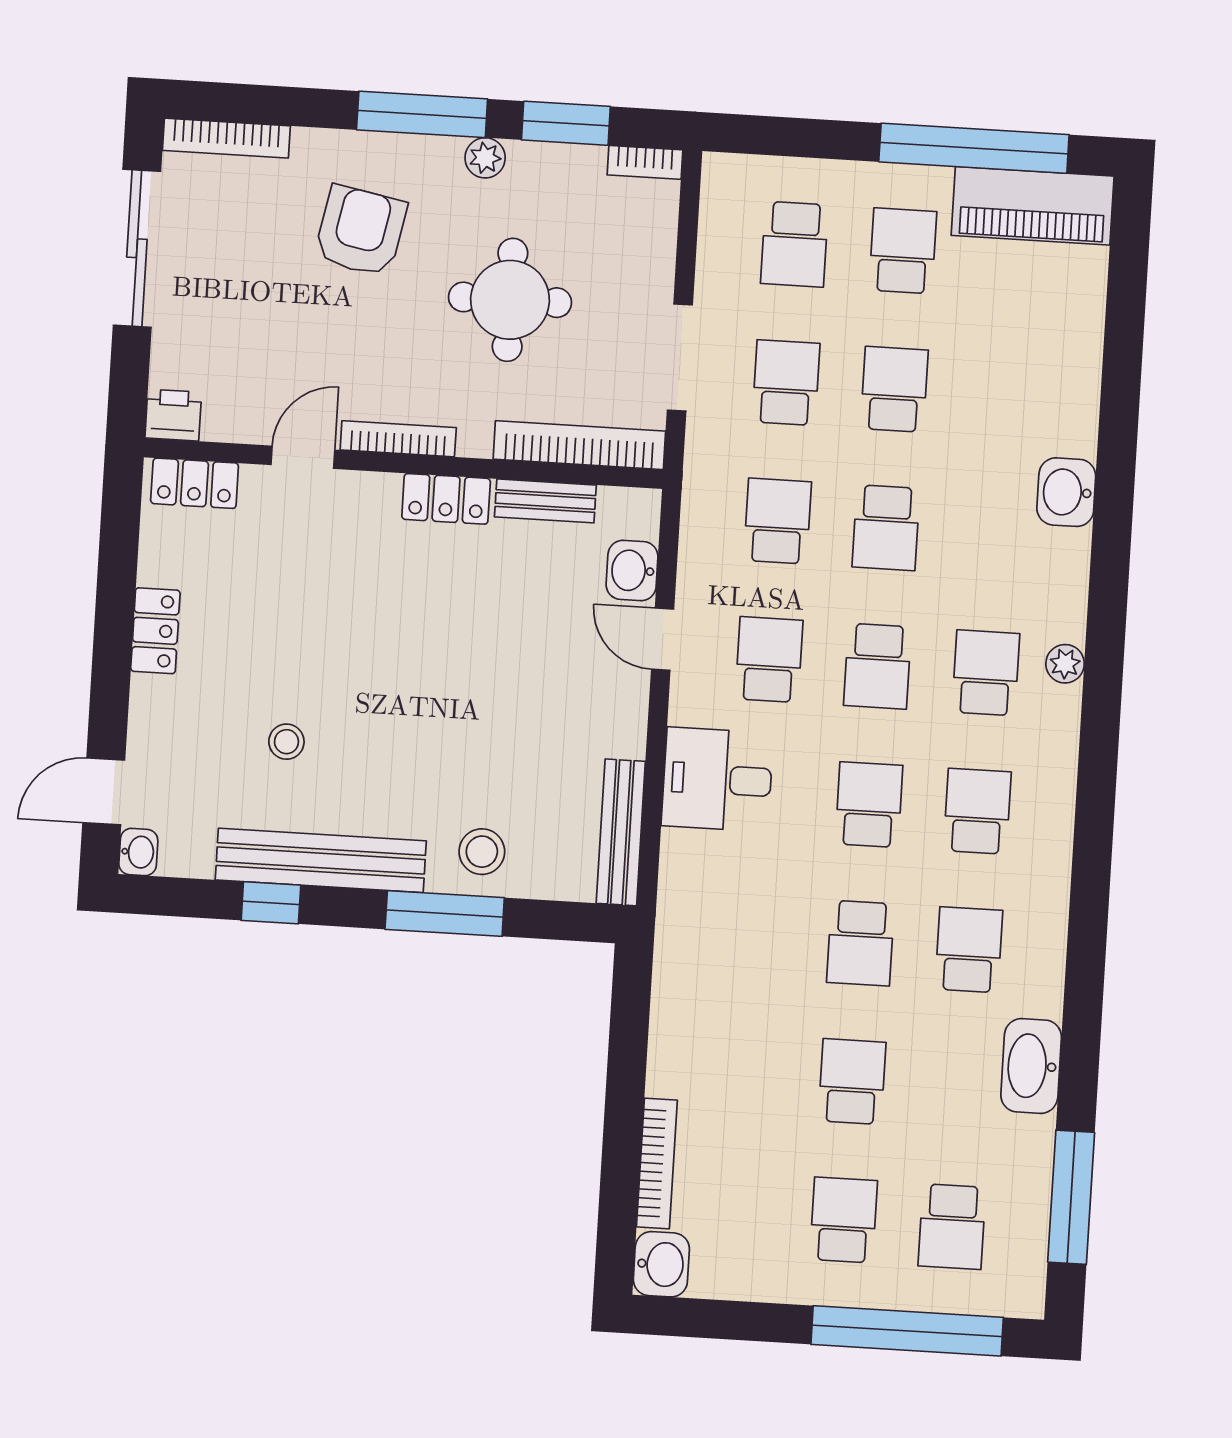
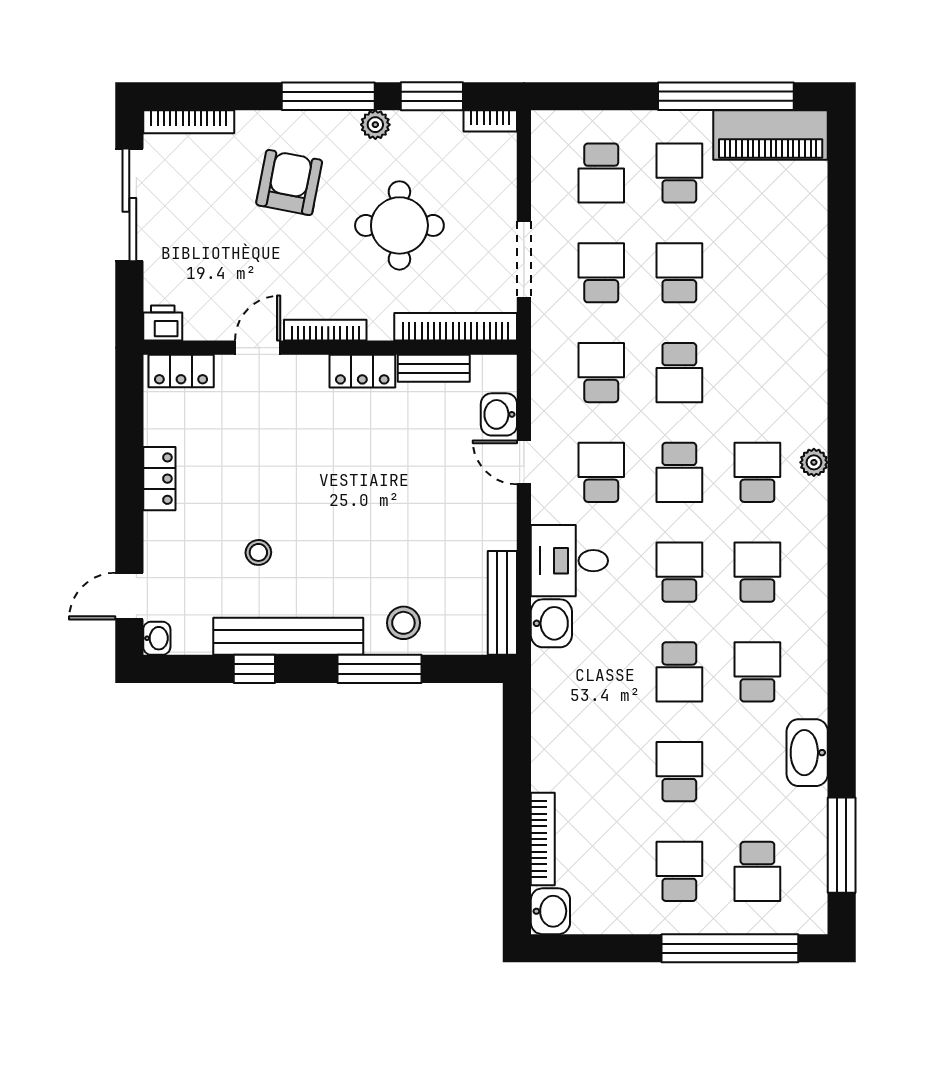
washbasin: (1066, 492) -> (551, 623), moved, turned 180

